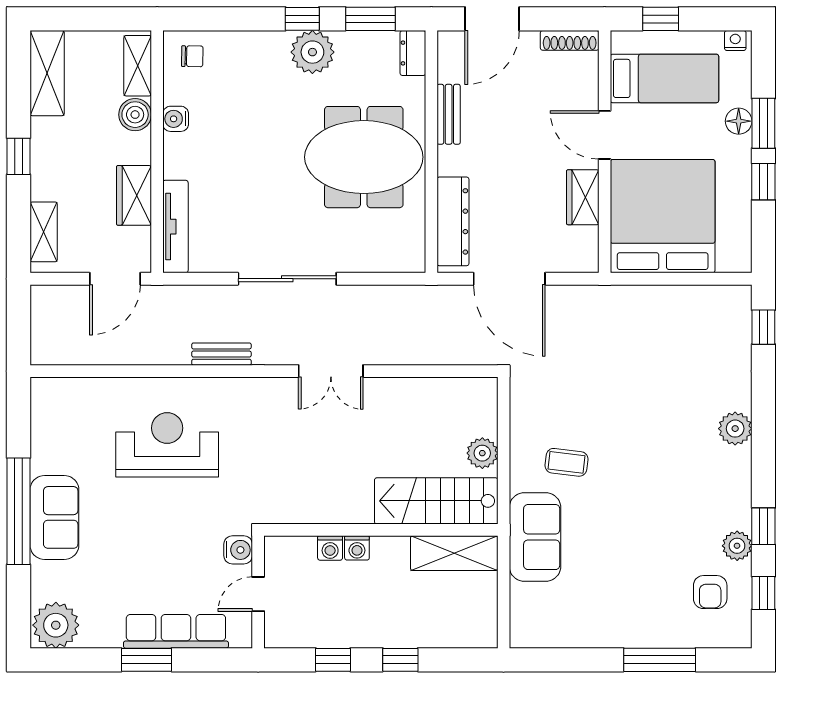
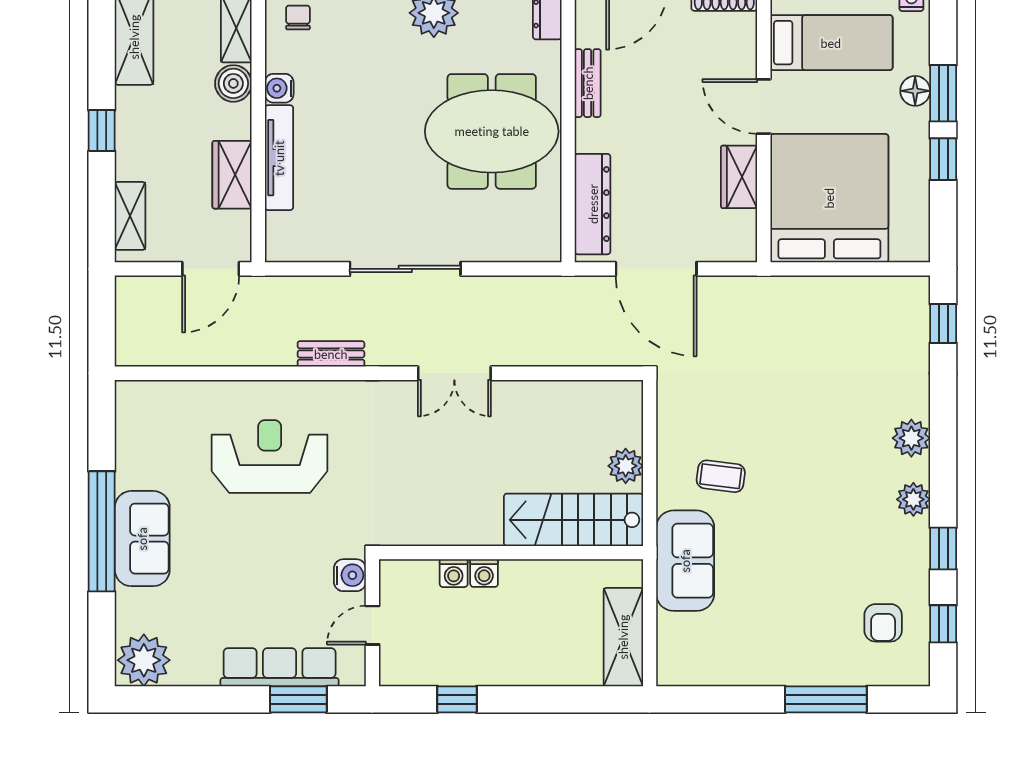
chair: (192, 56) -> (298, 18), turned -91
tv unit: (175, 227) -> (279, 158), moved
plant: (737, 546) -> (913, 499), moved
shelving: (454, 553) -> (623, 637), moved, turned 90
window: (147, 660) -> (298, 699), moved
window: (400, 660) -> (533, 699), removed

